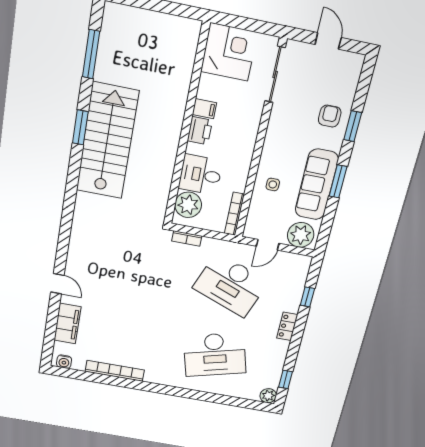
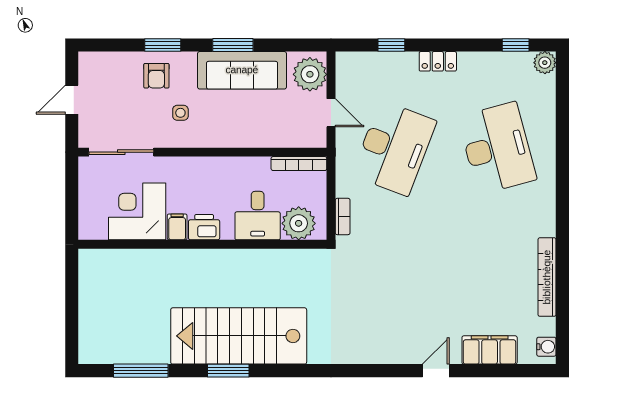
corner desk: (229, 52) -> (137, 211), moved
armchair: (330, 116) -> (156, 76), turned -90
side table: (273, 184) -> (180, 113), moved

